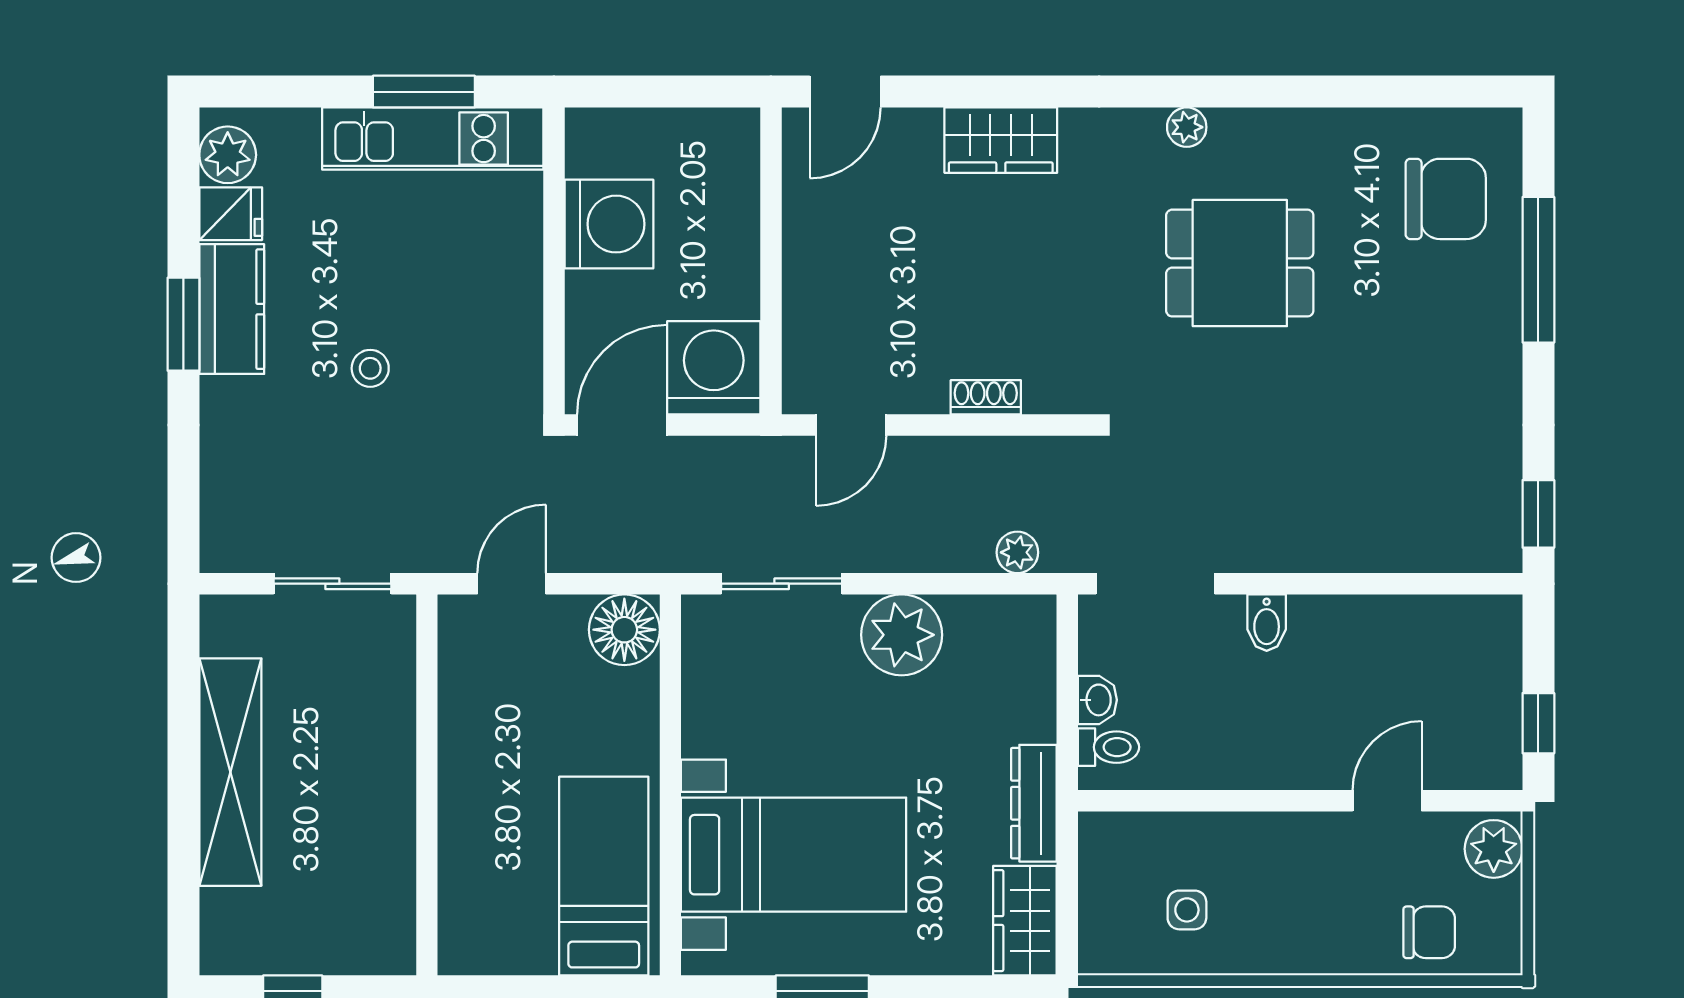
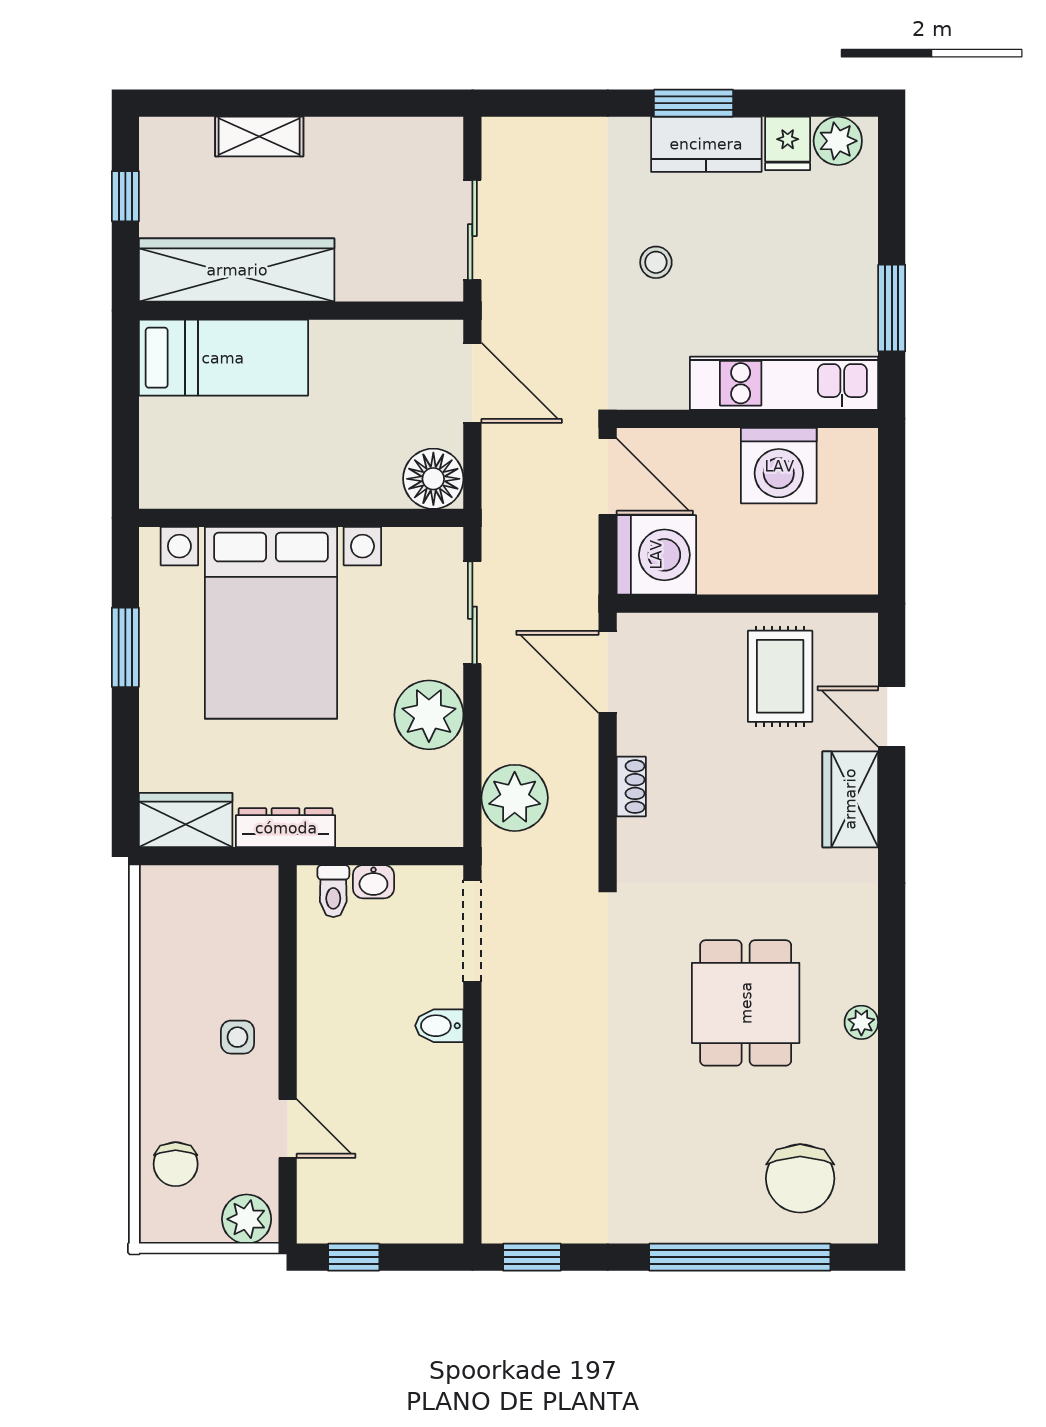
door: (845, 92) -> (892, 717), moved
plant: (1187, 127) -> (861, 1022), moved
kitchen unit: (433, 139) -> (784, 383), moved, turned 90
rug: (856, 223) -> (780, 676), added
window: (1538, 270) -> (740, 1257), width x1.46
door: (851, 425) -> (608, 672), width x1.37
plant: (1017, 552) -> (515, 798), width x1.88, depth x1.88
door: (512, 584) -> (472, 383), width x1.38
shelving: (230, 772) -> (259, 137), width x0.45, depth x0.75
bed with nightstands: (794, 855) -> (271, 623), width x1.36
wardrobe: (379, 861) -> (237, 270), added
bed: (604, 876) -> (223, 358), moved
side table: (1187, 910) -> (237, 1037), moved

